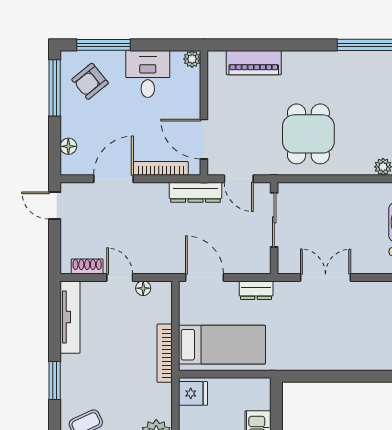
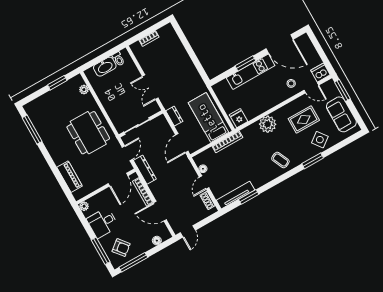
dining table: (308, 134) -> (88, 133), width x1.38
window: (55, 380) -> (249, 197), moved

